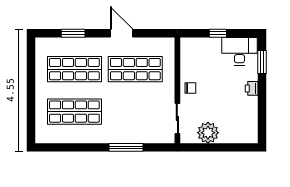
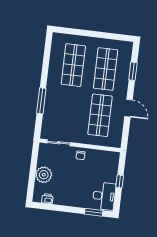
door: (122, 33) -> (128, 108), hinge flipped
printer: (252, 88) -> (47, 199), moved
plant: (208, 133) -> (44, 175), moved

